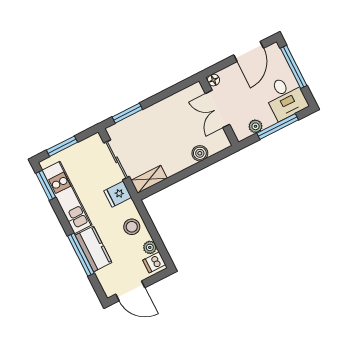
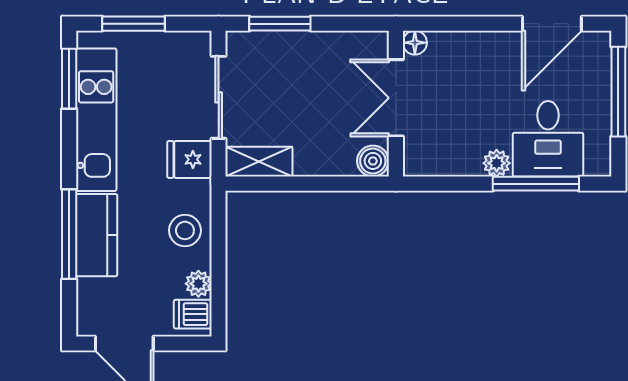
floor lamp: (213, 80) -> (415, 43), moved
desk: (286, 97) -> (548, 139), moved
double door: (218, 109) -> (396, 98), moved
wall: (219, 111) -> (396, 104), moved

